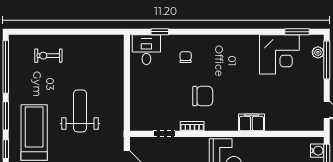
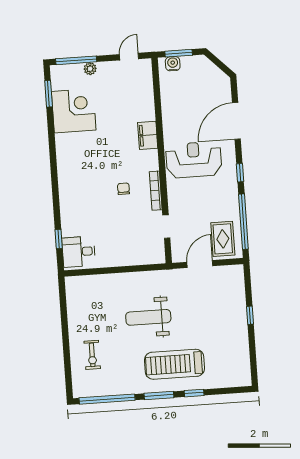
plant: (318, 52) -> (90, 69), moved
chair: (186, 57) -> (84, 210), removed
chair: (203, 96) -> (124, 189), width x0.54, depth x0.54
bookcase: (192, 126) -> (156, 191), width x1.56

